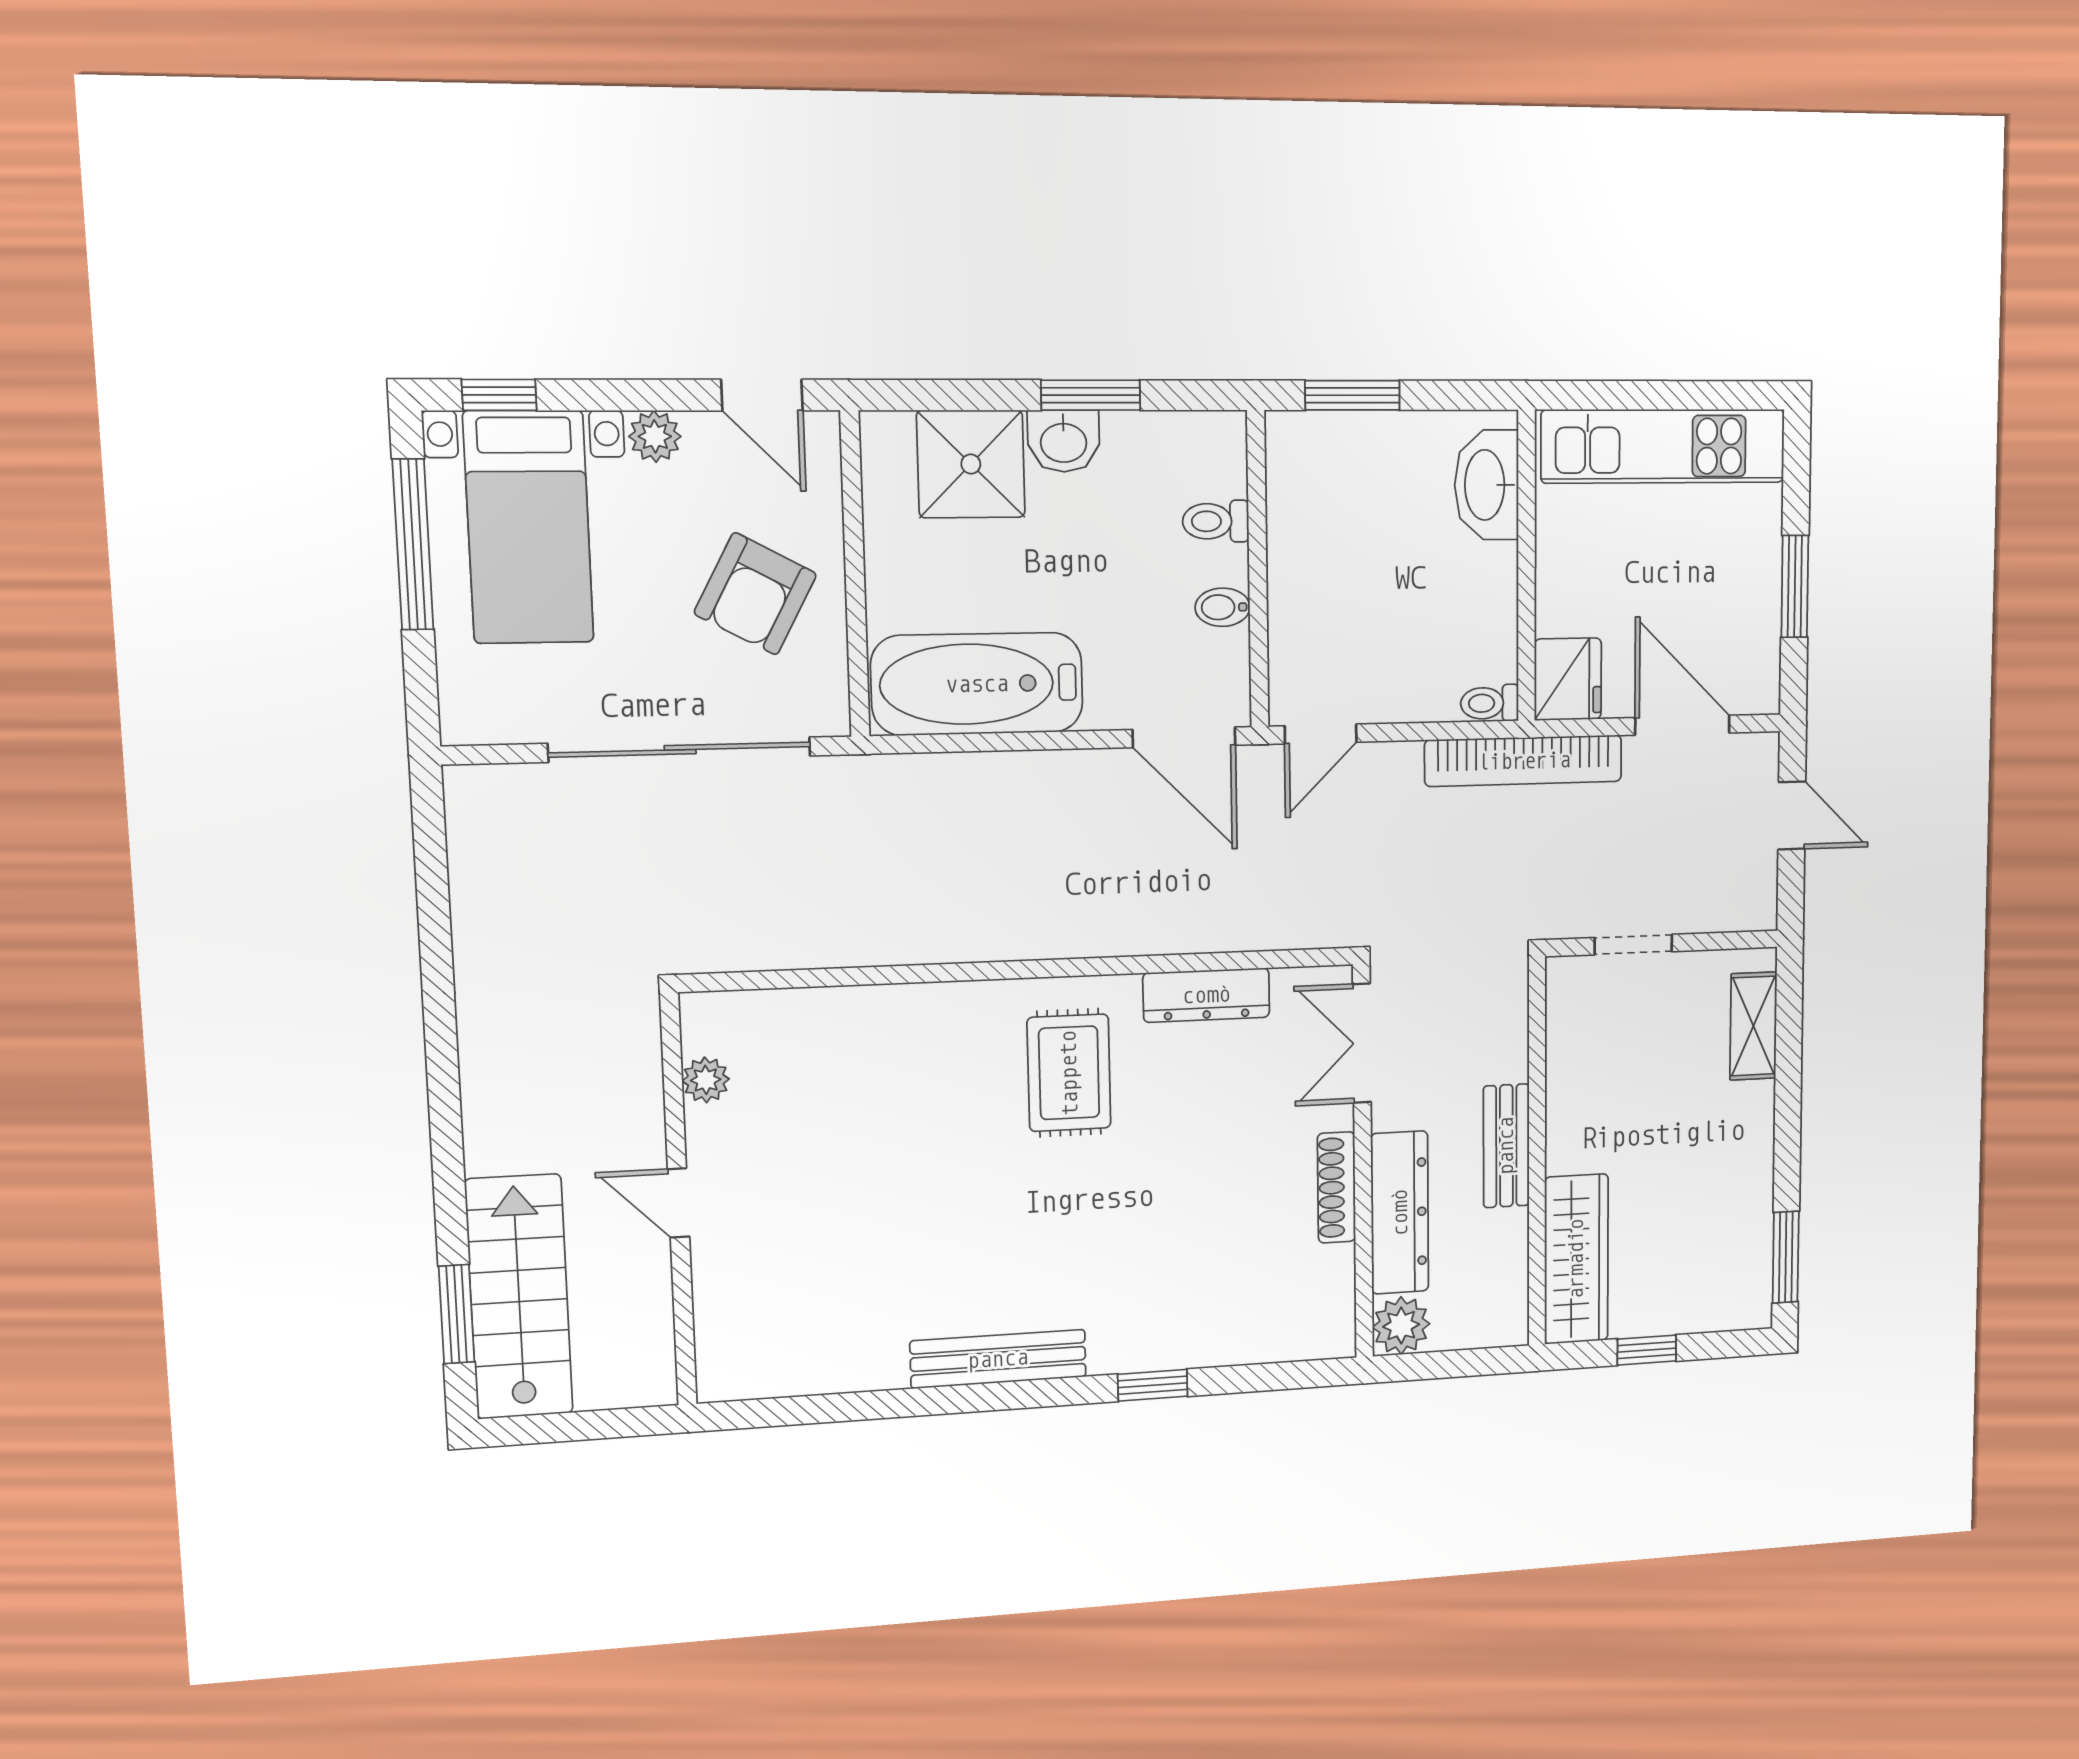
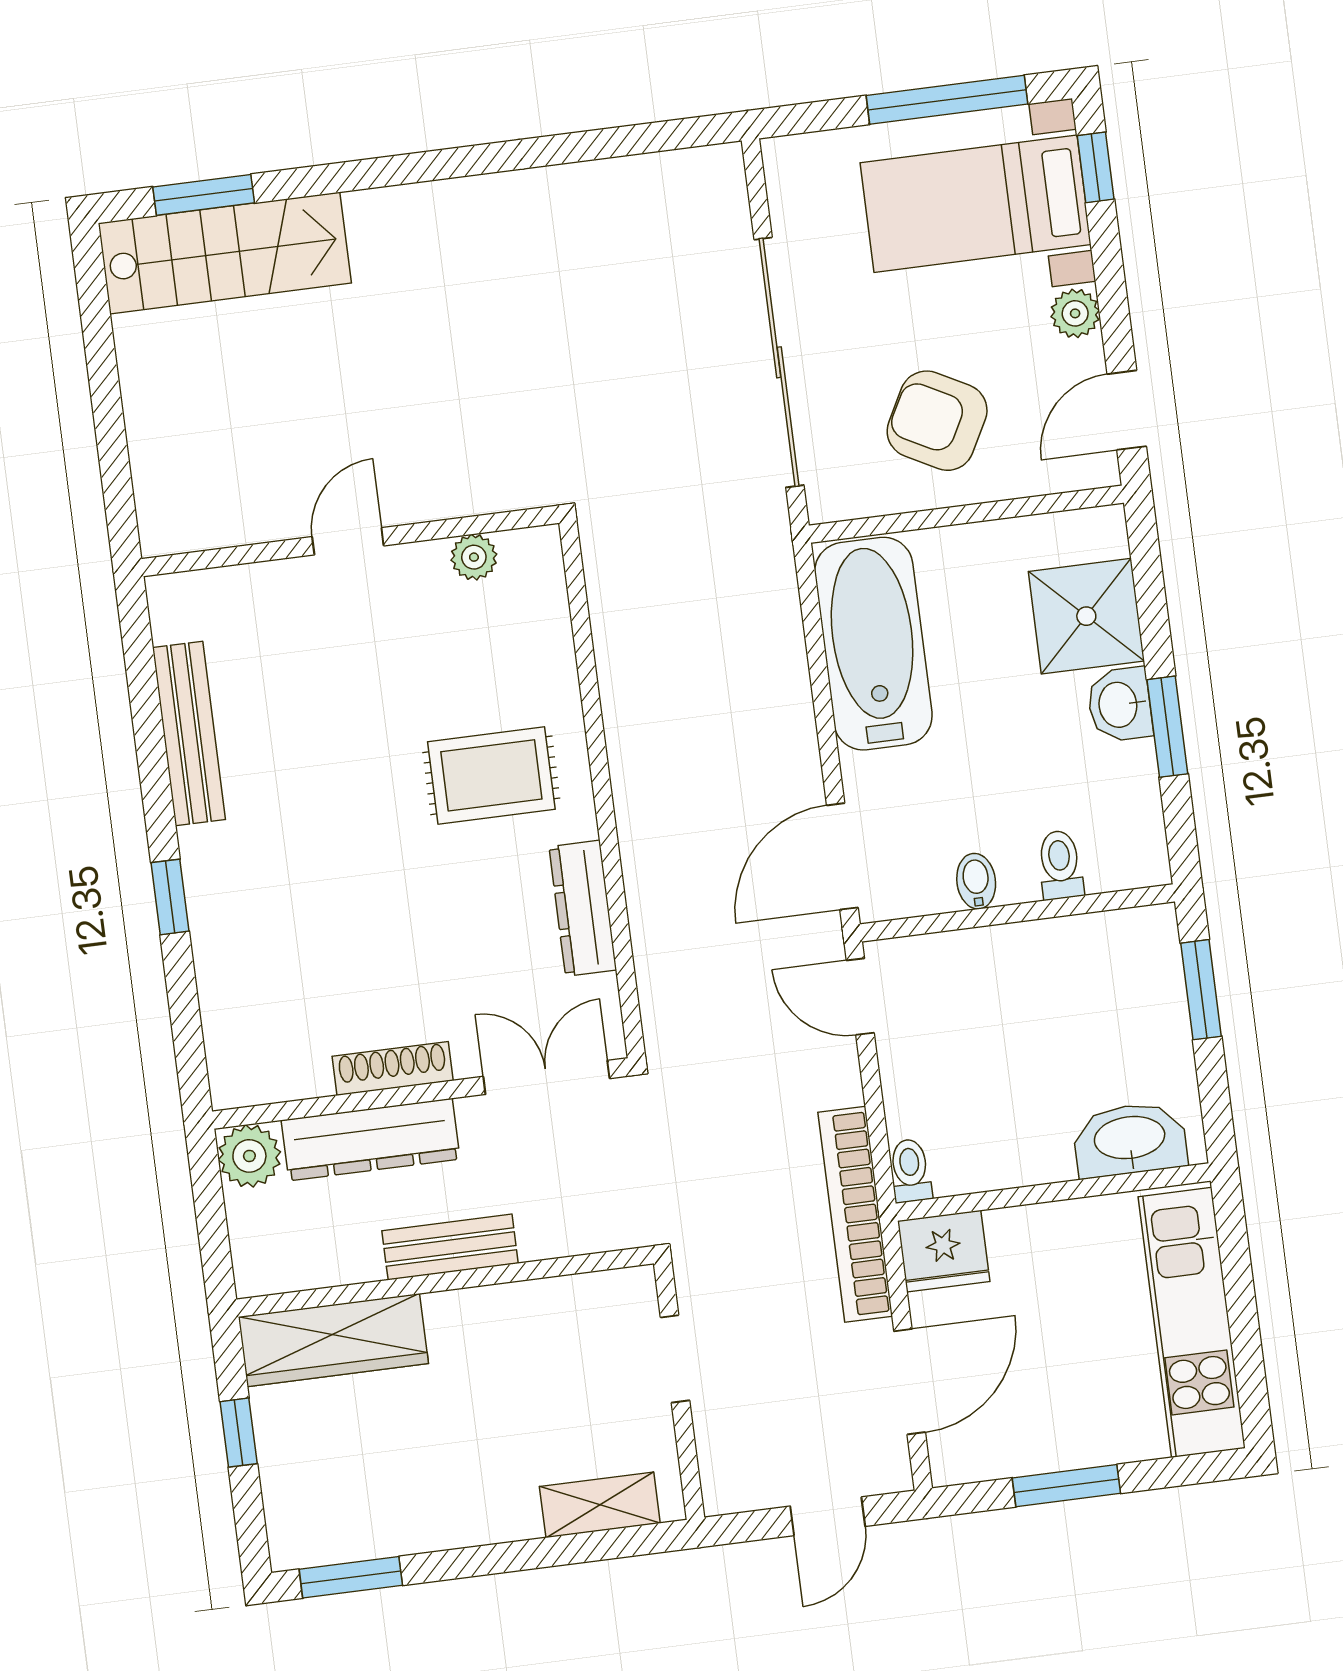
plant: (706, 1080) -> (474, 557), moved
wall: (678, 1201) -> (350, 541), moved
door: (678, 1203) -> (348, 541), moved

